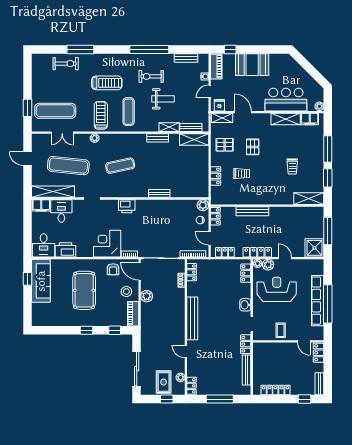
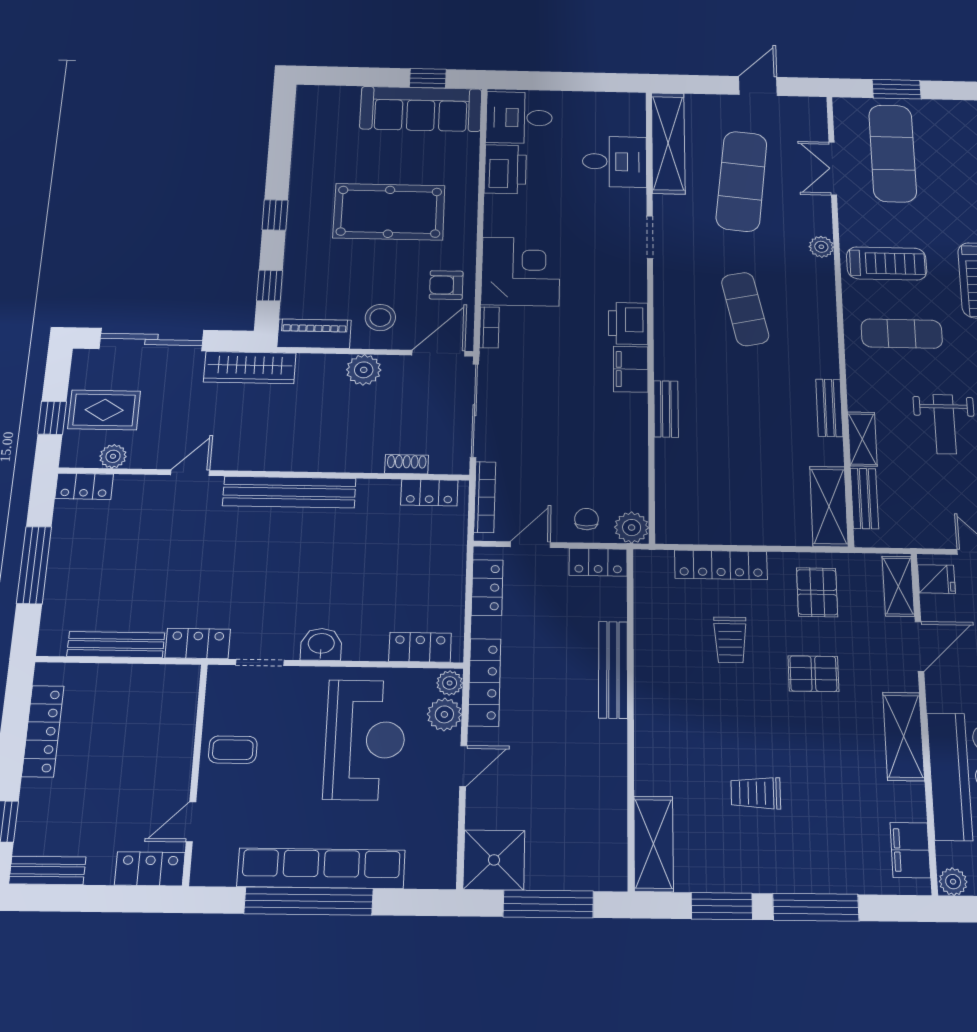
shelving: (286, 119) -> (904, 736), moved
locker: (216, 176) -> (721, 565), width x1.53
filing cabinet: (41, 205) -> (631, 369), moved
wardrobe: (147, 335) -> (250, 368), added

